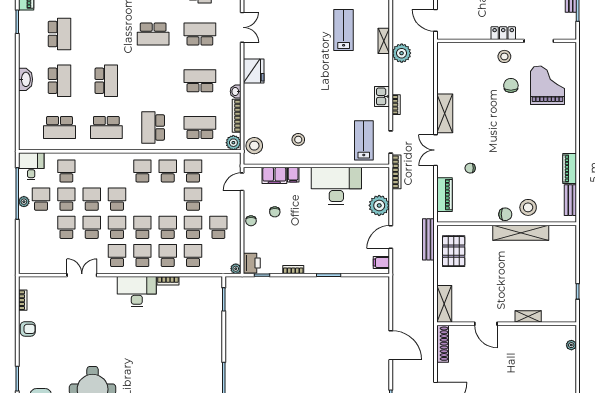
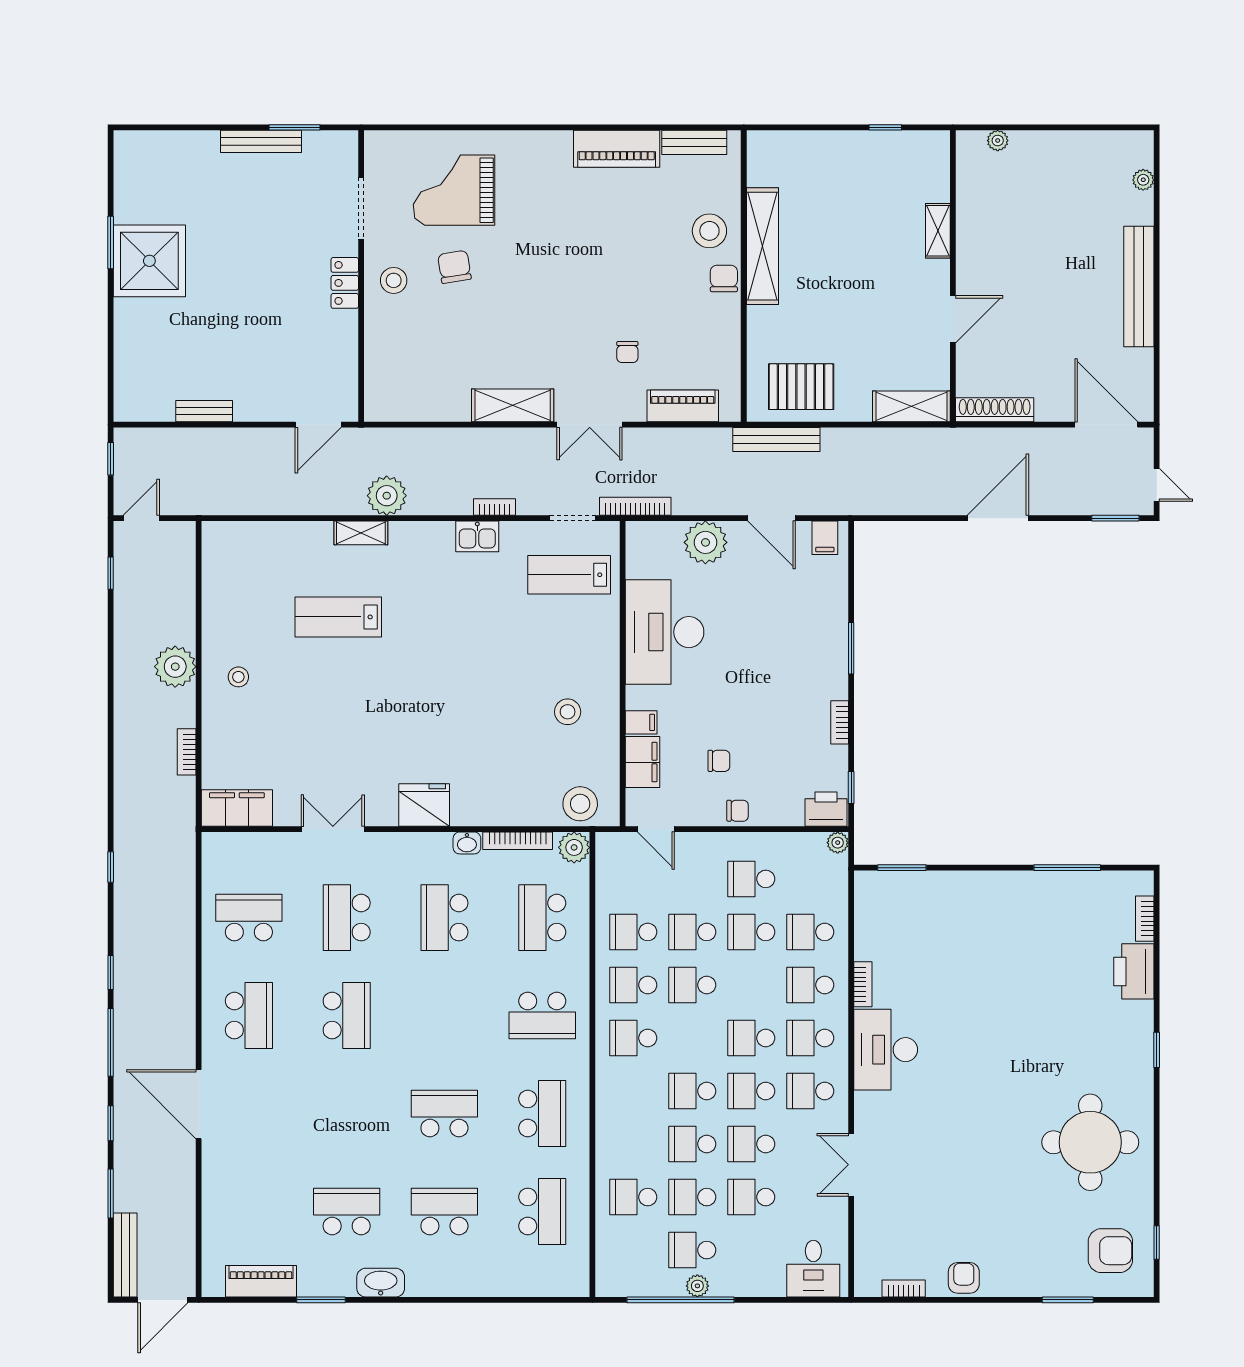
washbasin: (25, 79) -> (381, 1283), moved
chair: (511, 86) -> (454, 267), turned 81
desk: (31, 166) -> (813, 1269), moved, turned -90
piano: (570, 169) -> (617, 149), width x1.37, depth x1.33
school desk: (168, 227) -> (692, 985), moved

